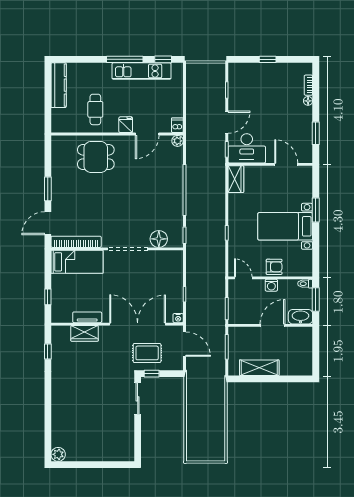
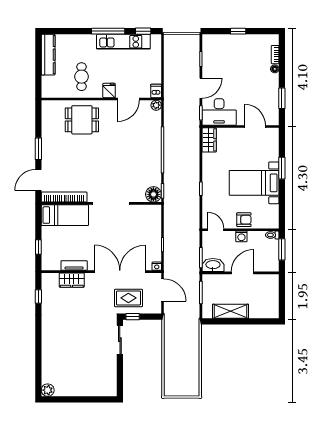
floor lamp: (159, 239) -> (153, 194), moved
washbasin: (300, 317) -> (213, 265), moved

